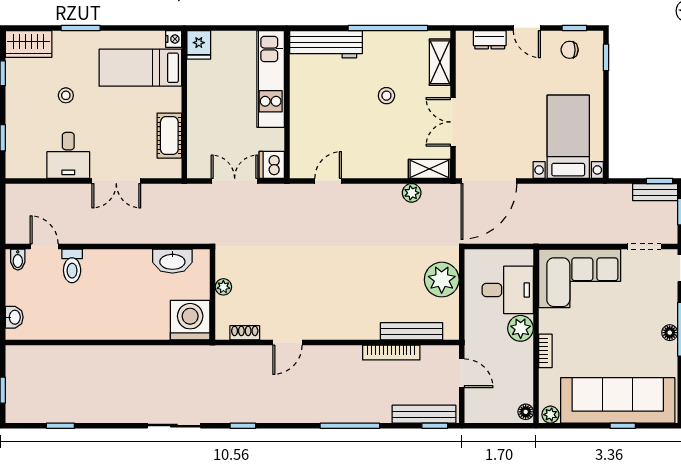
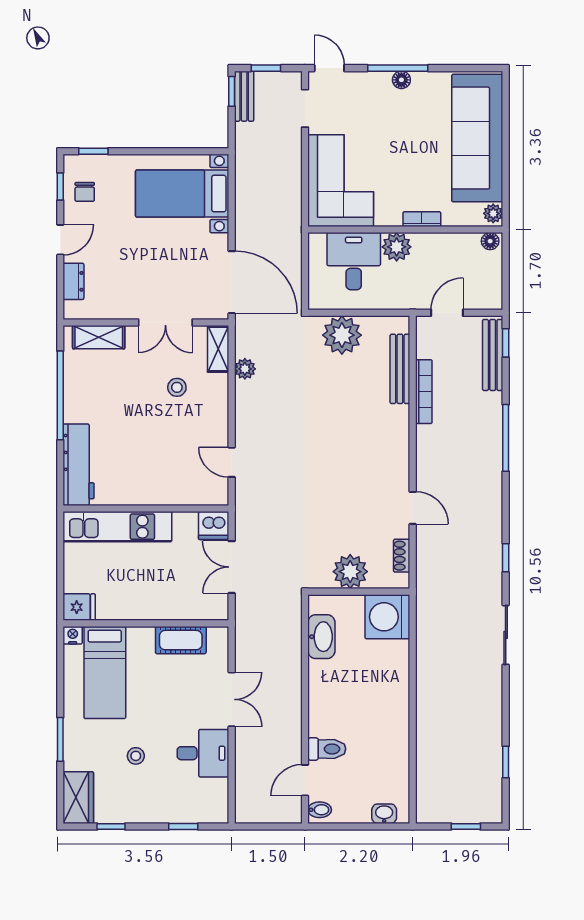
stool: (386, 96) -> (177, 387), moved
plant: (223, 287) -> (350, 572), width x1.87, depth x1.87
window: (623, 426) -> (506, 132), removed

